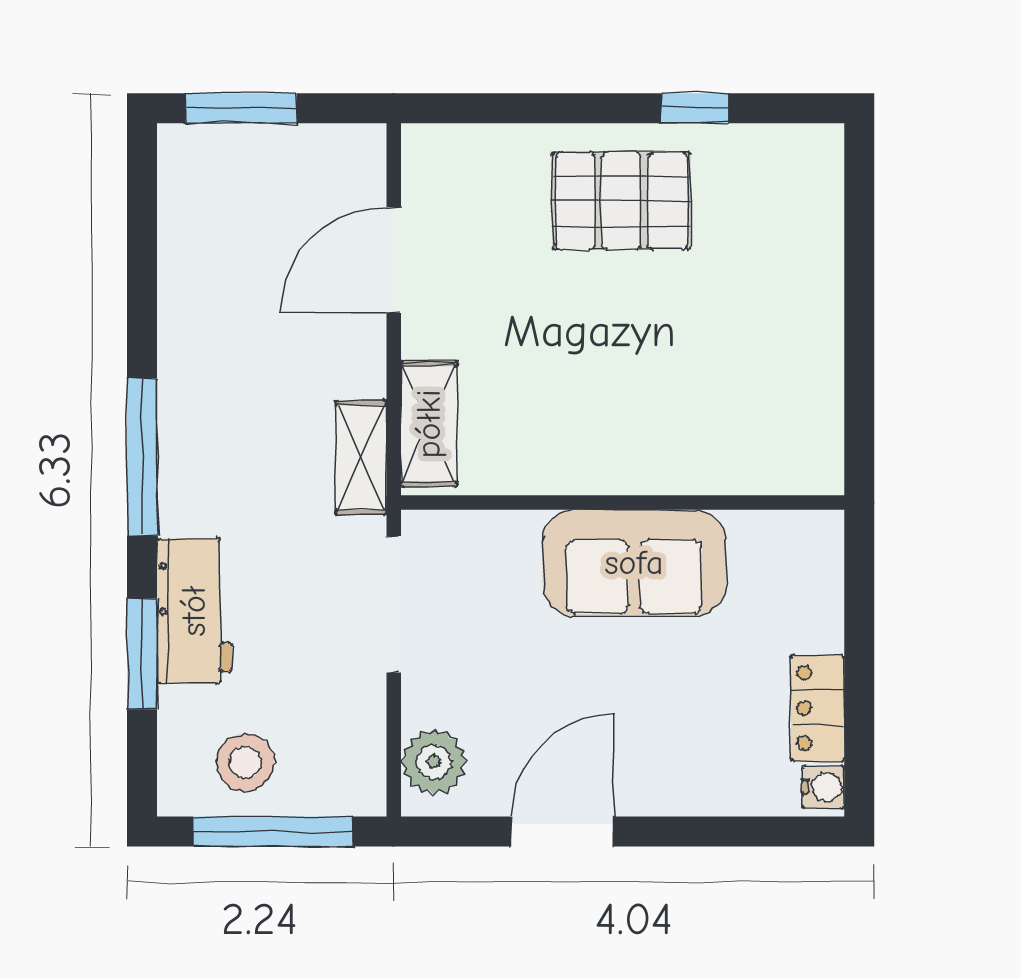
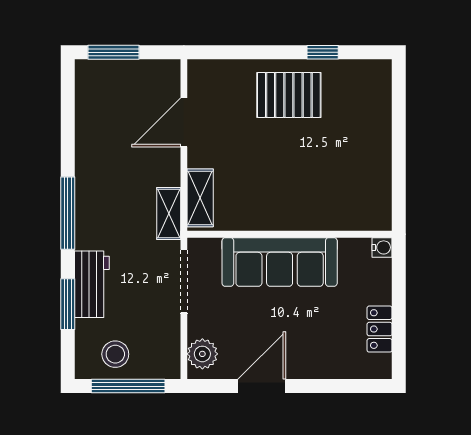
sofa: (634, 563) -> (280, 262), width x1.36
water cooler: (823, 787) -> (382, 247), moved

